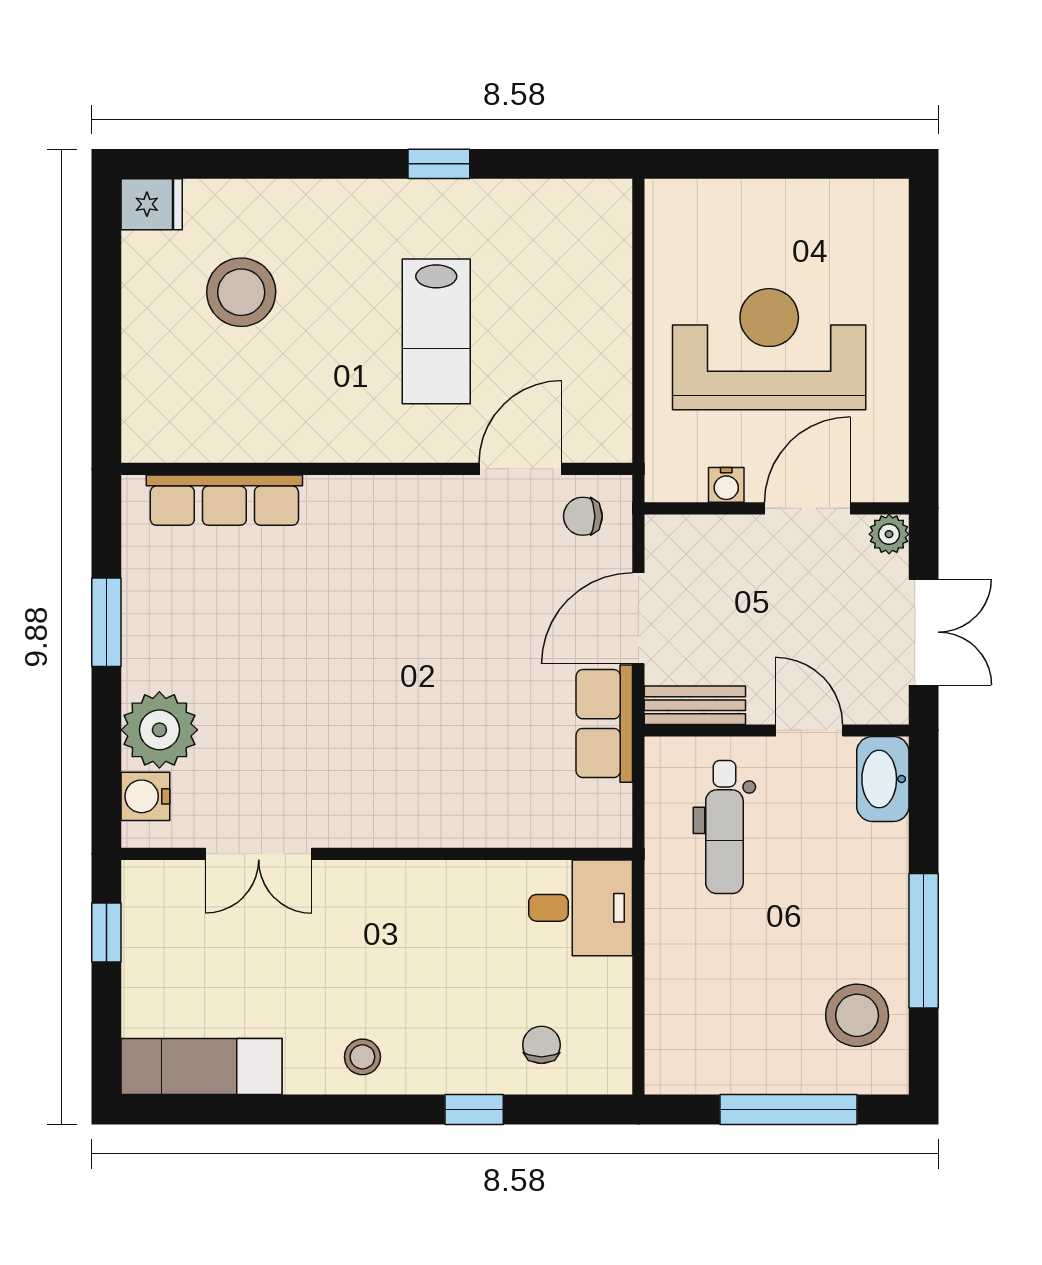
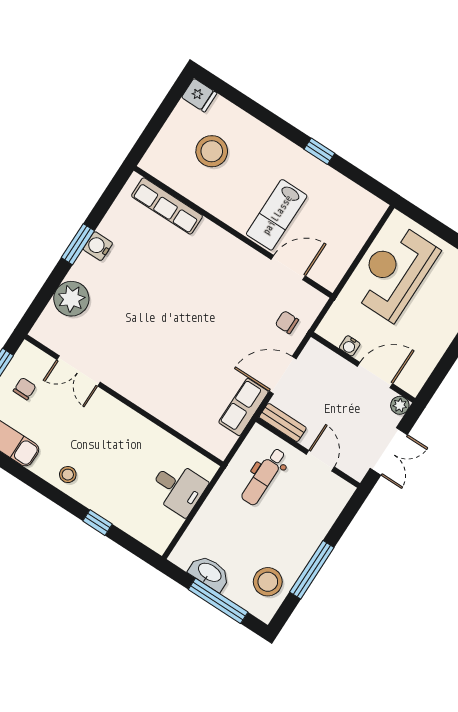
reception desk: (769, 349) -> (395, 272), moved, turned -90
wall: (377, 469) -> (233, 232), moved
door: (520, 469) -> (288, 268), moved
row of seats: (224, 500) -> (167, 206), moved
washbasin: (883, 779) -> (209, 573), moved, turned 90
water cooler: (145, 796) -> (98, 246), moved
desk: (581, 908) -> (178, 488), moved
chair: (541, 1045) -> (25, 389), moved

